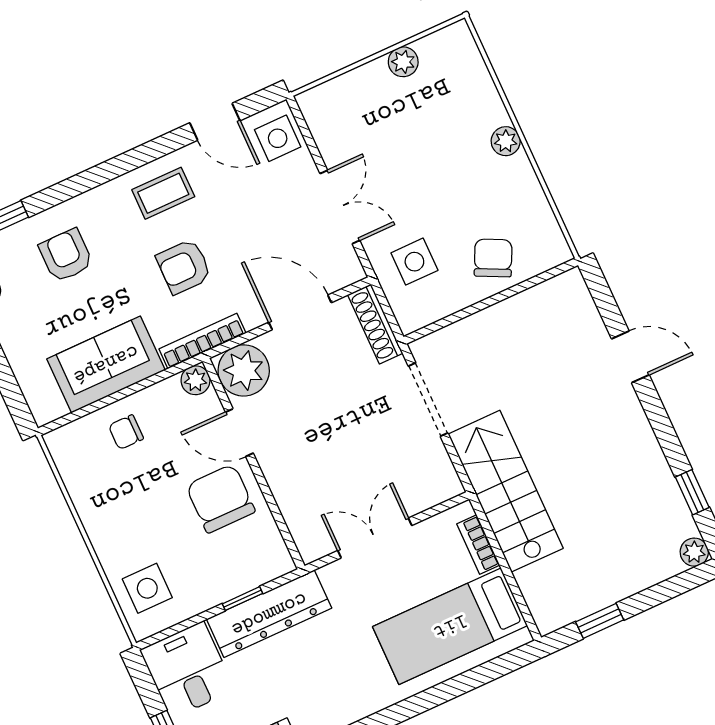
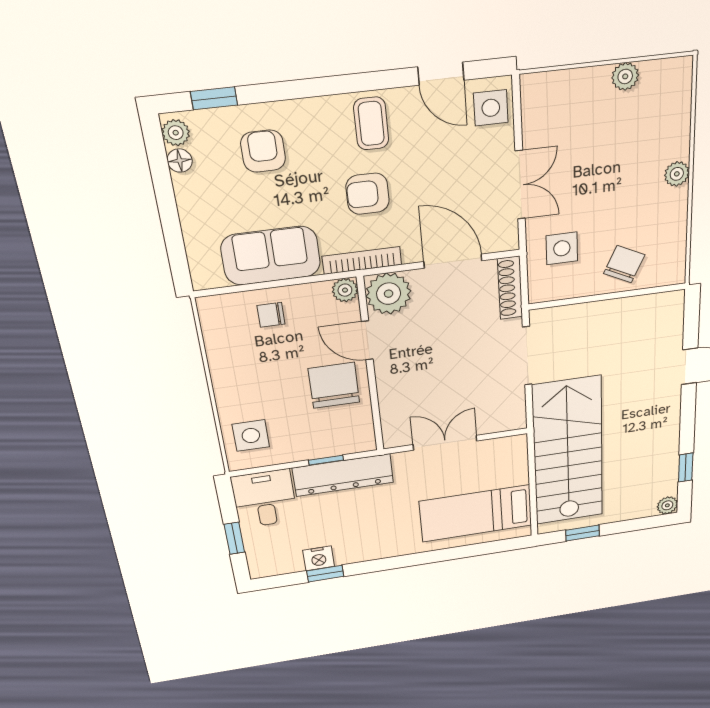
coffee table: (163, 193) -> (371, 124), turned 90
stairs: (506, 491) -> (568, 452), width x1.36, depth x1.51
bookcase: (478, 545) -> (520, 465), removed

